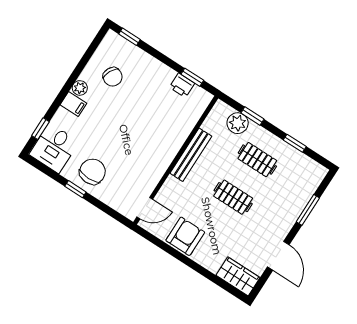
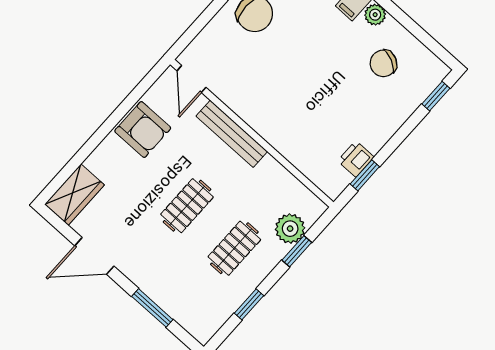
bench: (191, 155) -> (232, 134), moved

